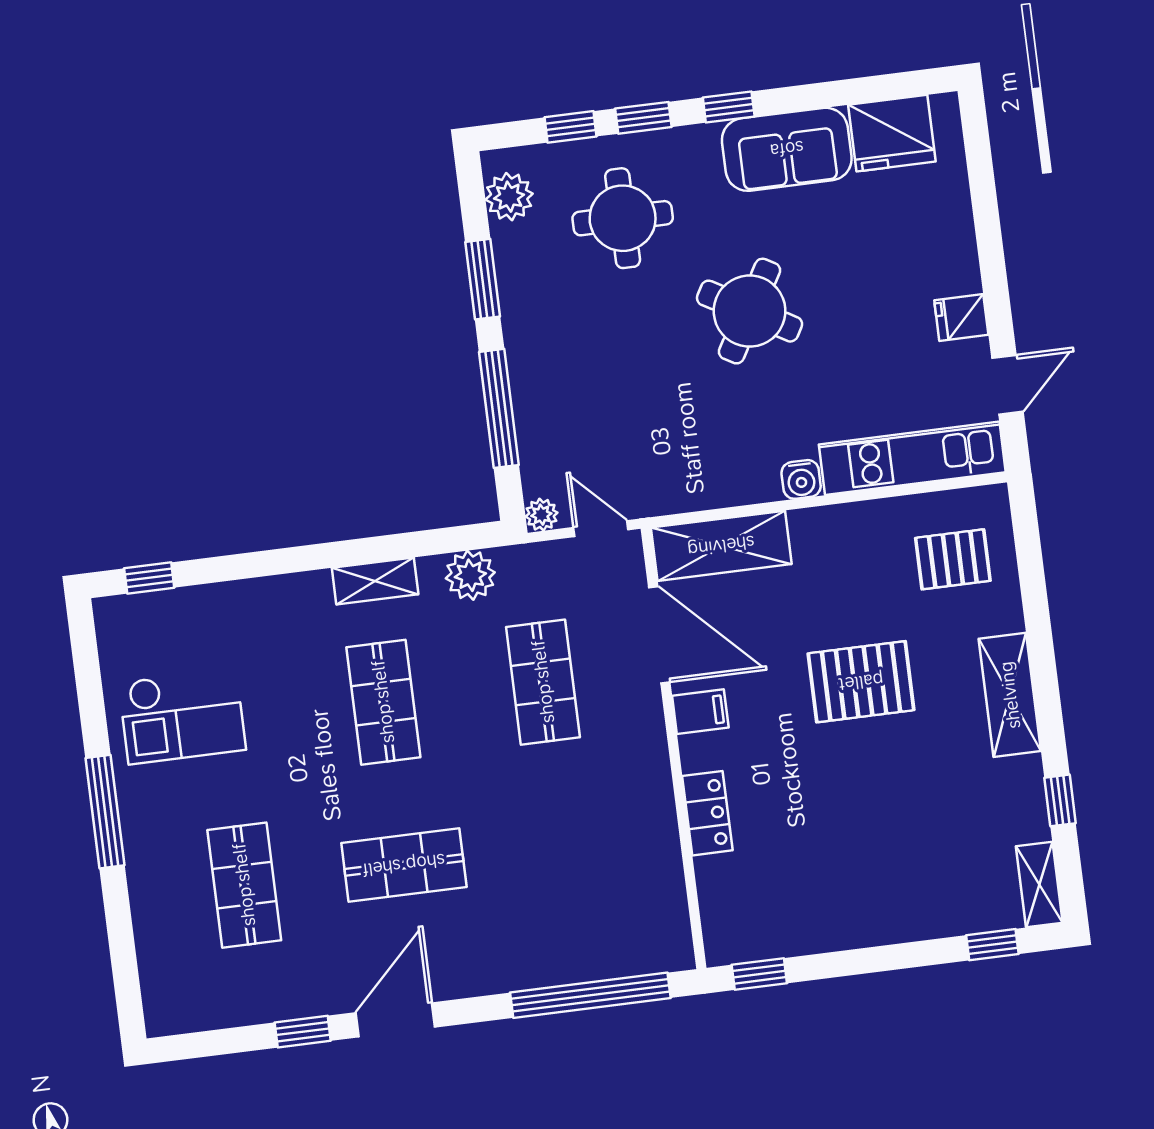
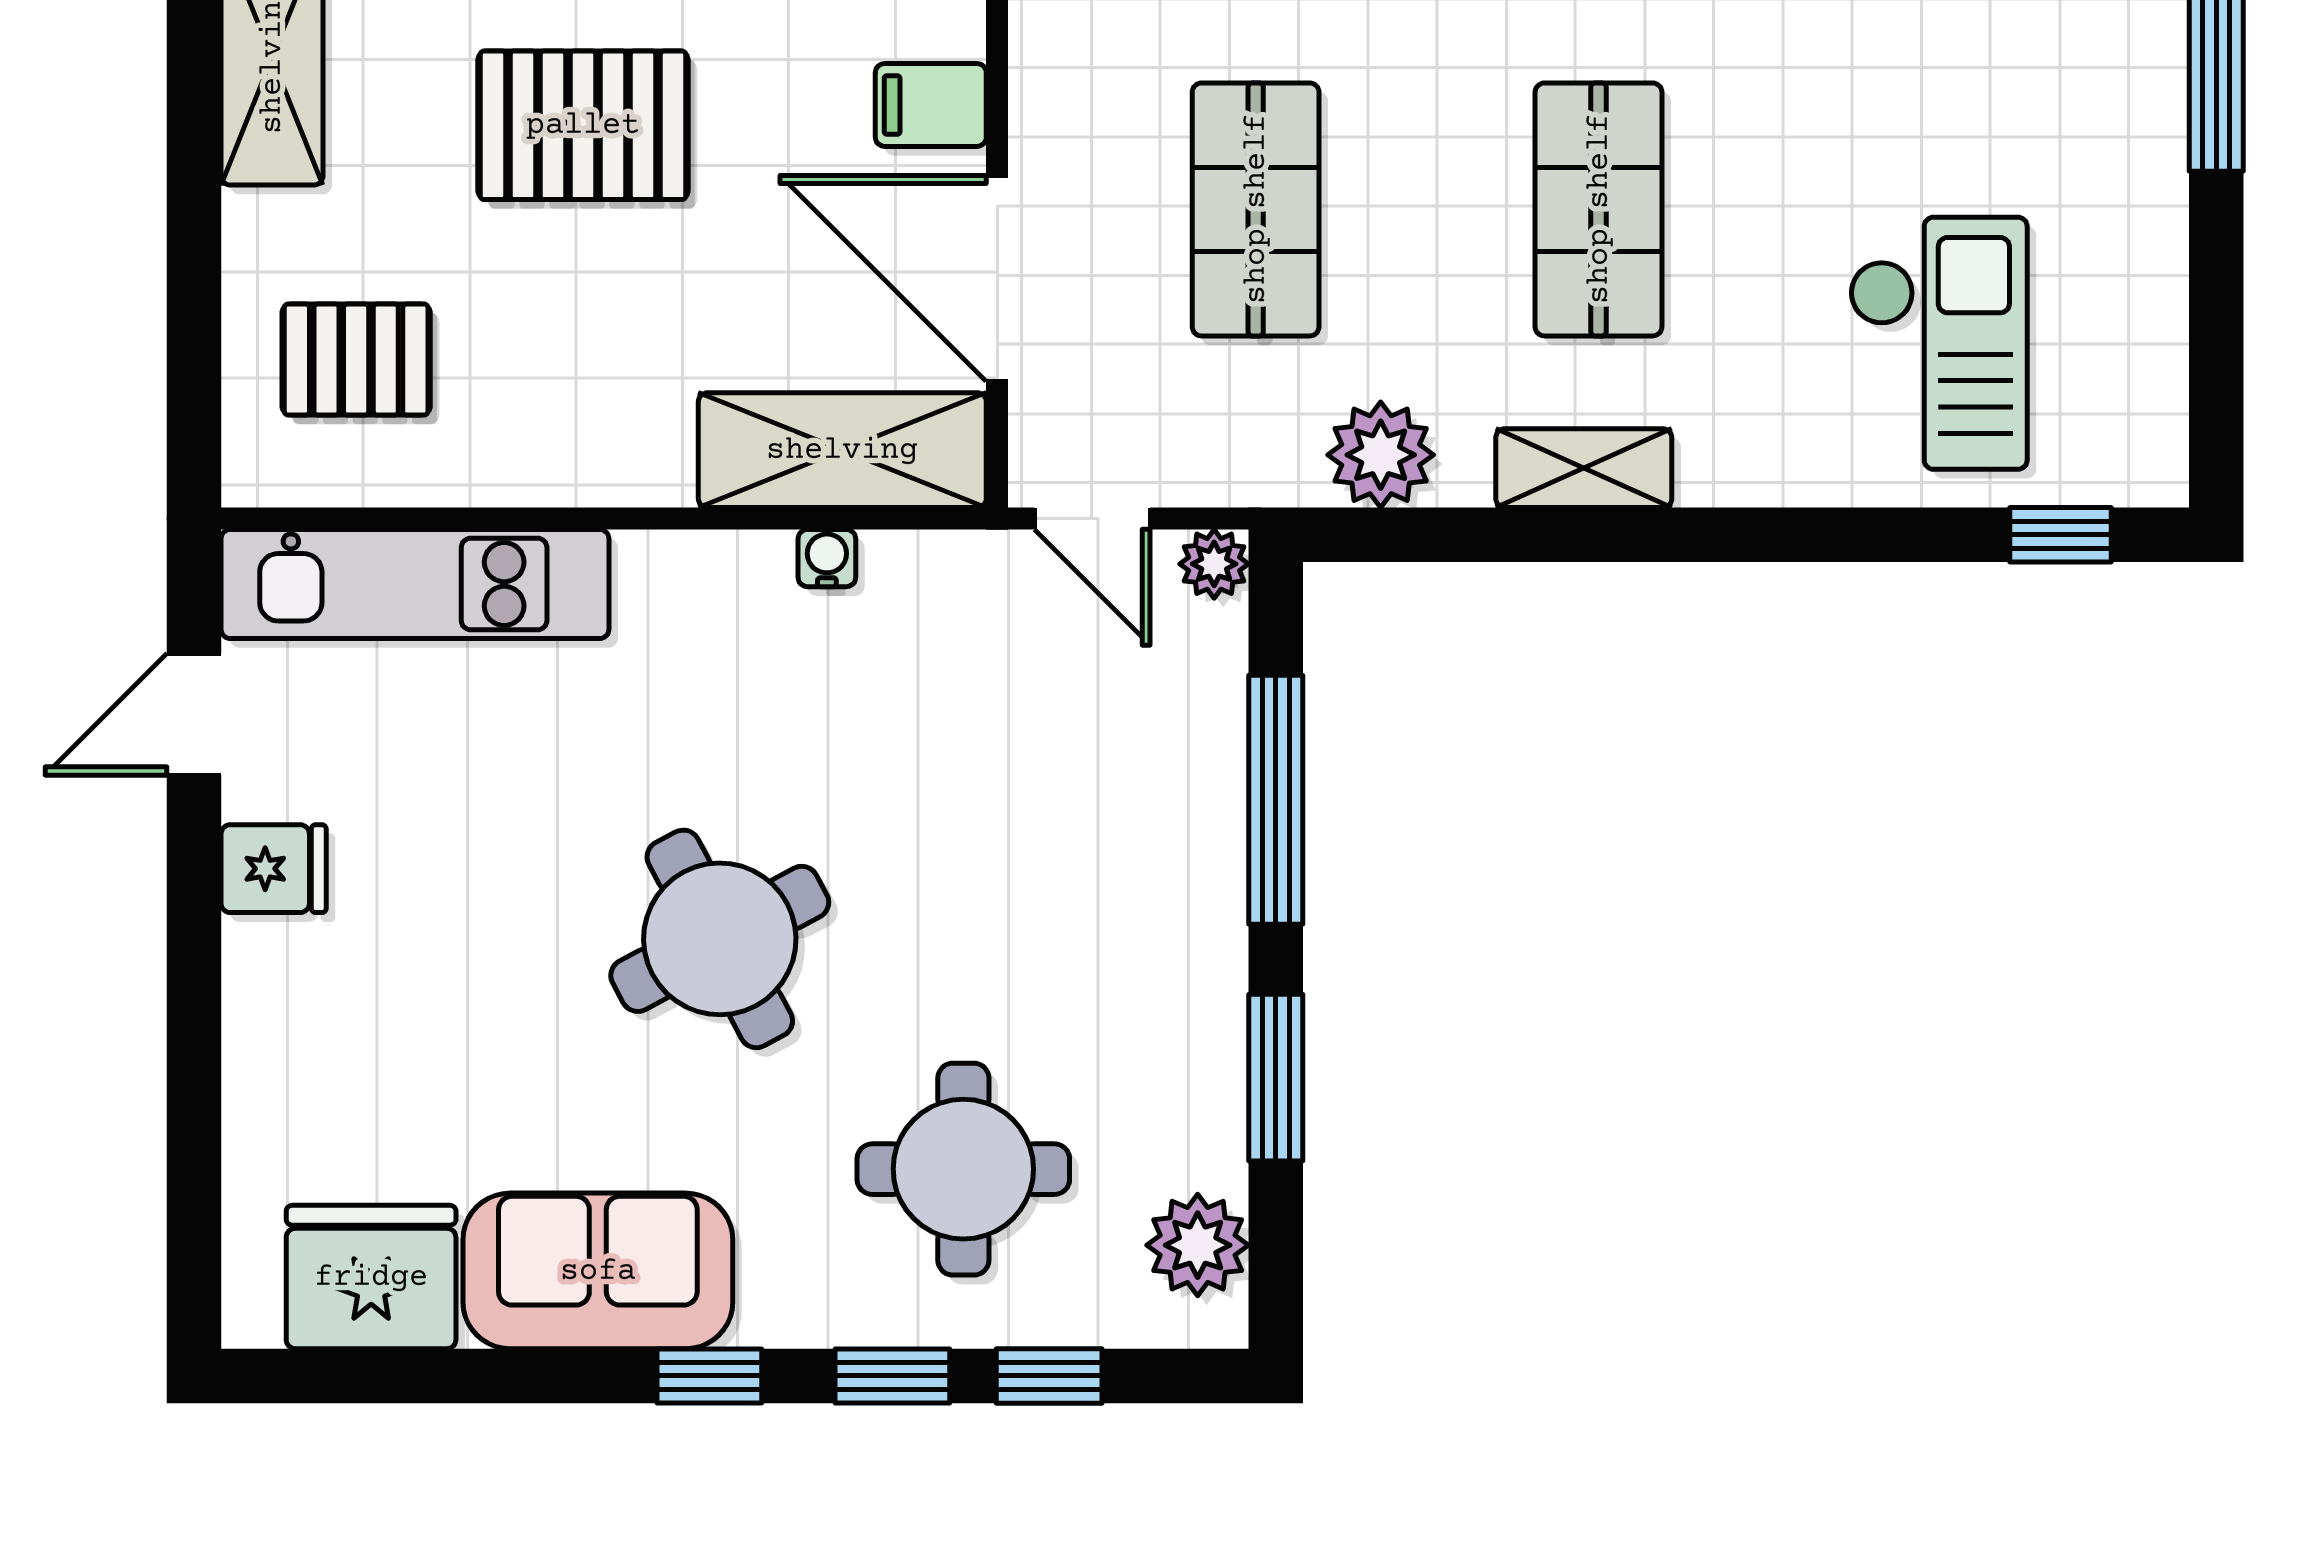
round table: (750, 311) -> (720, 939), turned 32
water cooler: (801, 479) -> (827, 558), moved, width x0.72, depth x0.72
checkout: (182, 716) -> (1938, 343), moved, turned 90

